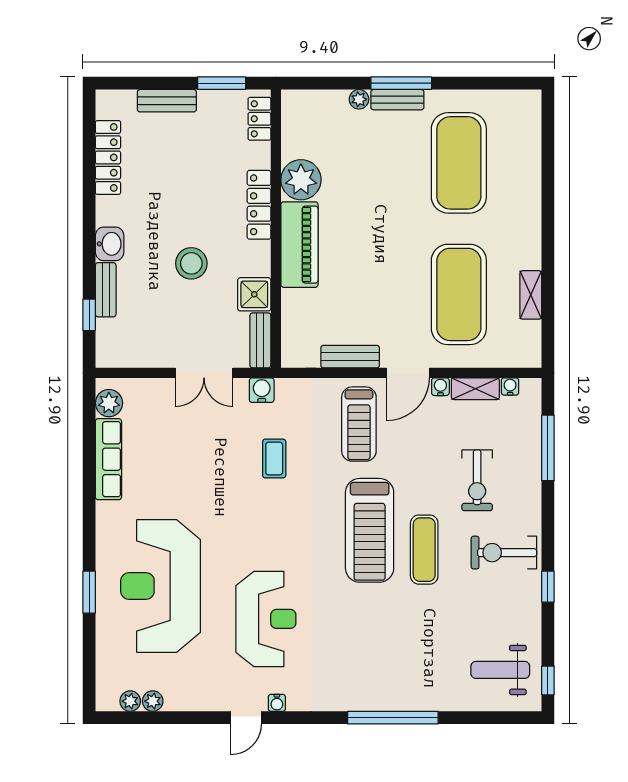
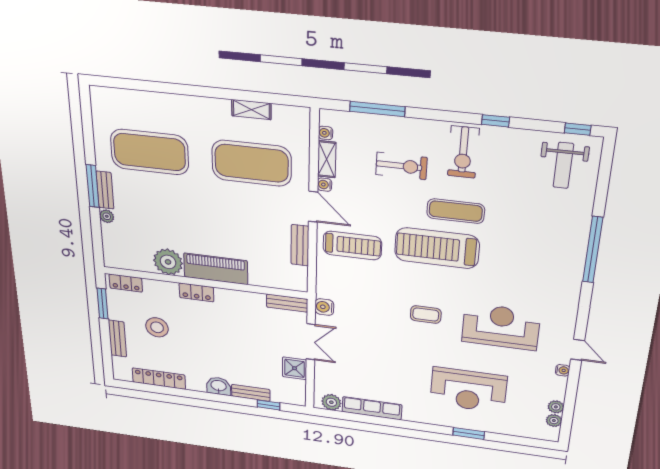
locker: (259, 205) -> (196, 292), width x0.66
stool: (191, 263) -> (157, 327), moved
shower: (254, 294) -> (295, 368), moved
coffee table: (274, 459) -> (426, 315), moved
treadmill: (370, 530) -> (437, 248), turned 180
reception desk: (161, 586) -> (468, 390), width x0.74, depth x0.77
water cooler: (277, 703) -> (563, 370), moved

